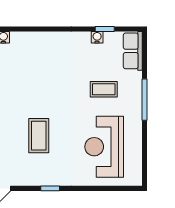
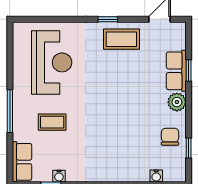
coffee table: (39, 136) -> (121, 39), moved, turned 90

